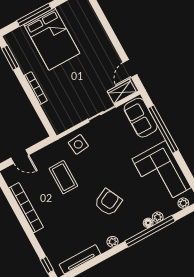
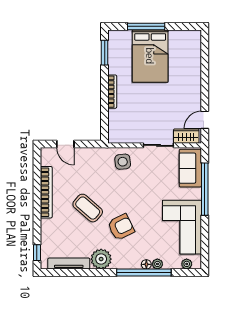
coffee table: (63, 177) -> (88, 208), moved, turned -49
plant: (113, 242) -> (101, 259), width x1.88, depth x1.88

